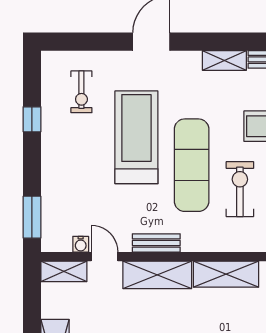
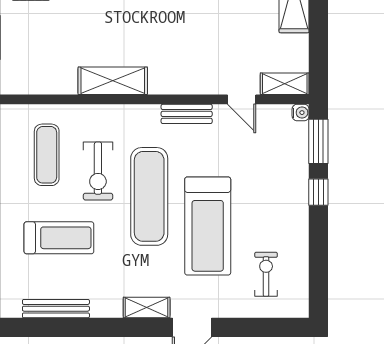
shelving: (224, 60) -> (147, 308), moved
window: (32, 119) -> (318, 192), moved
water cooler: (81, 244) -> (301, 113), moved, turned 90
shelving: (157, 275) -> (186, 80), removed

